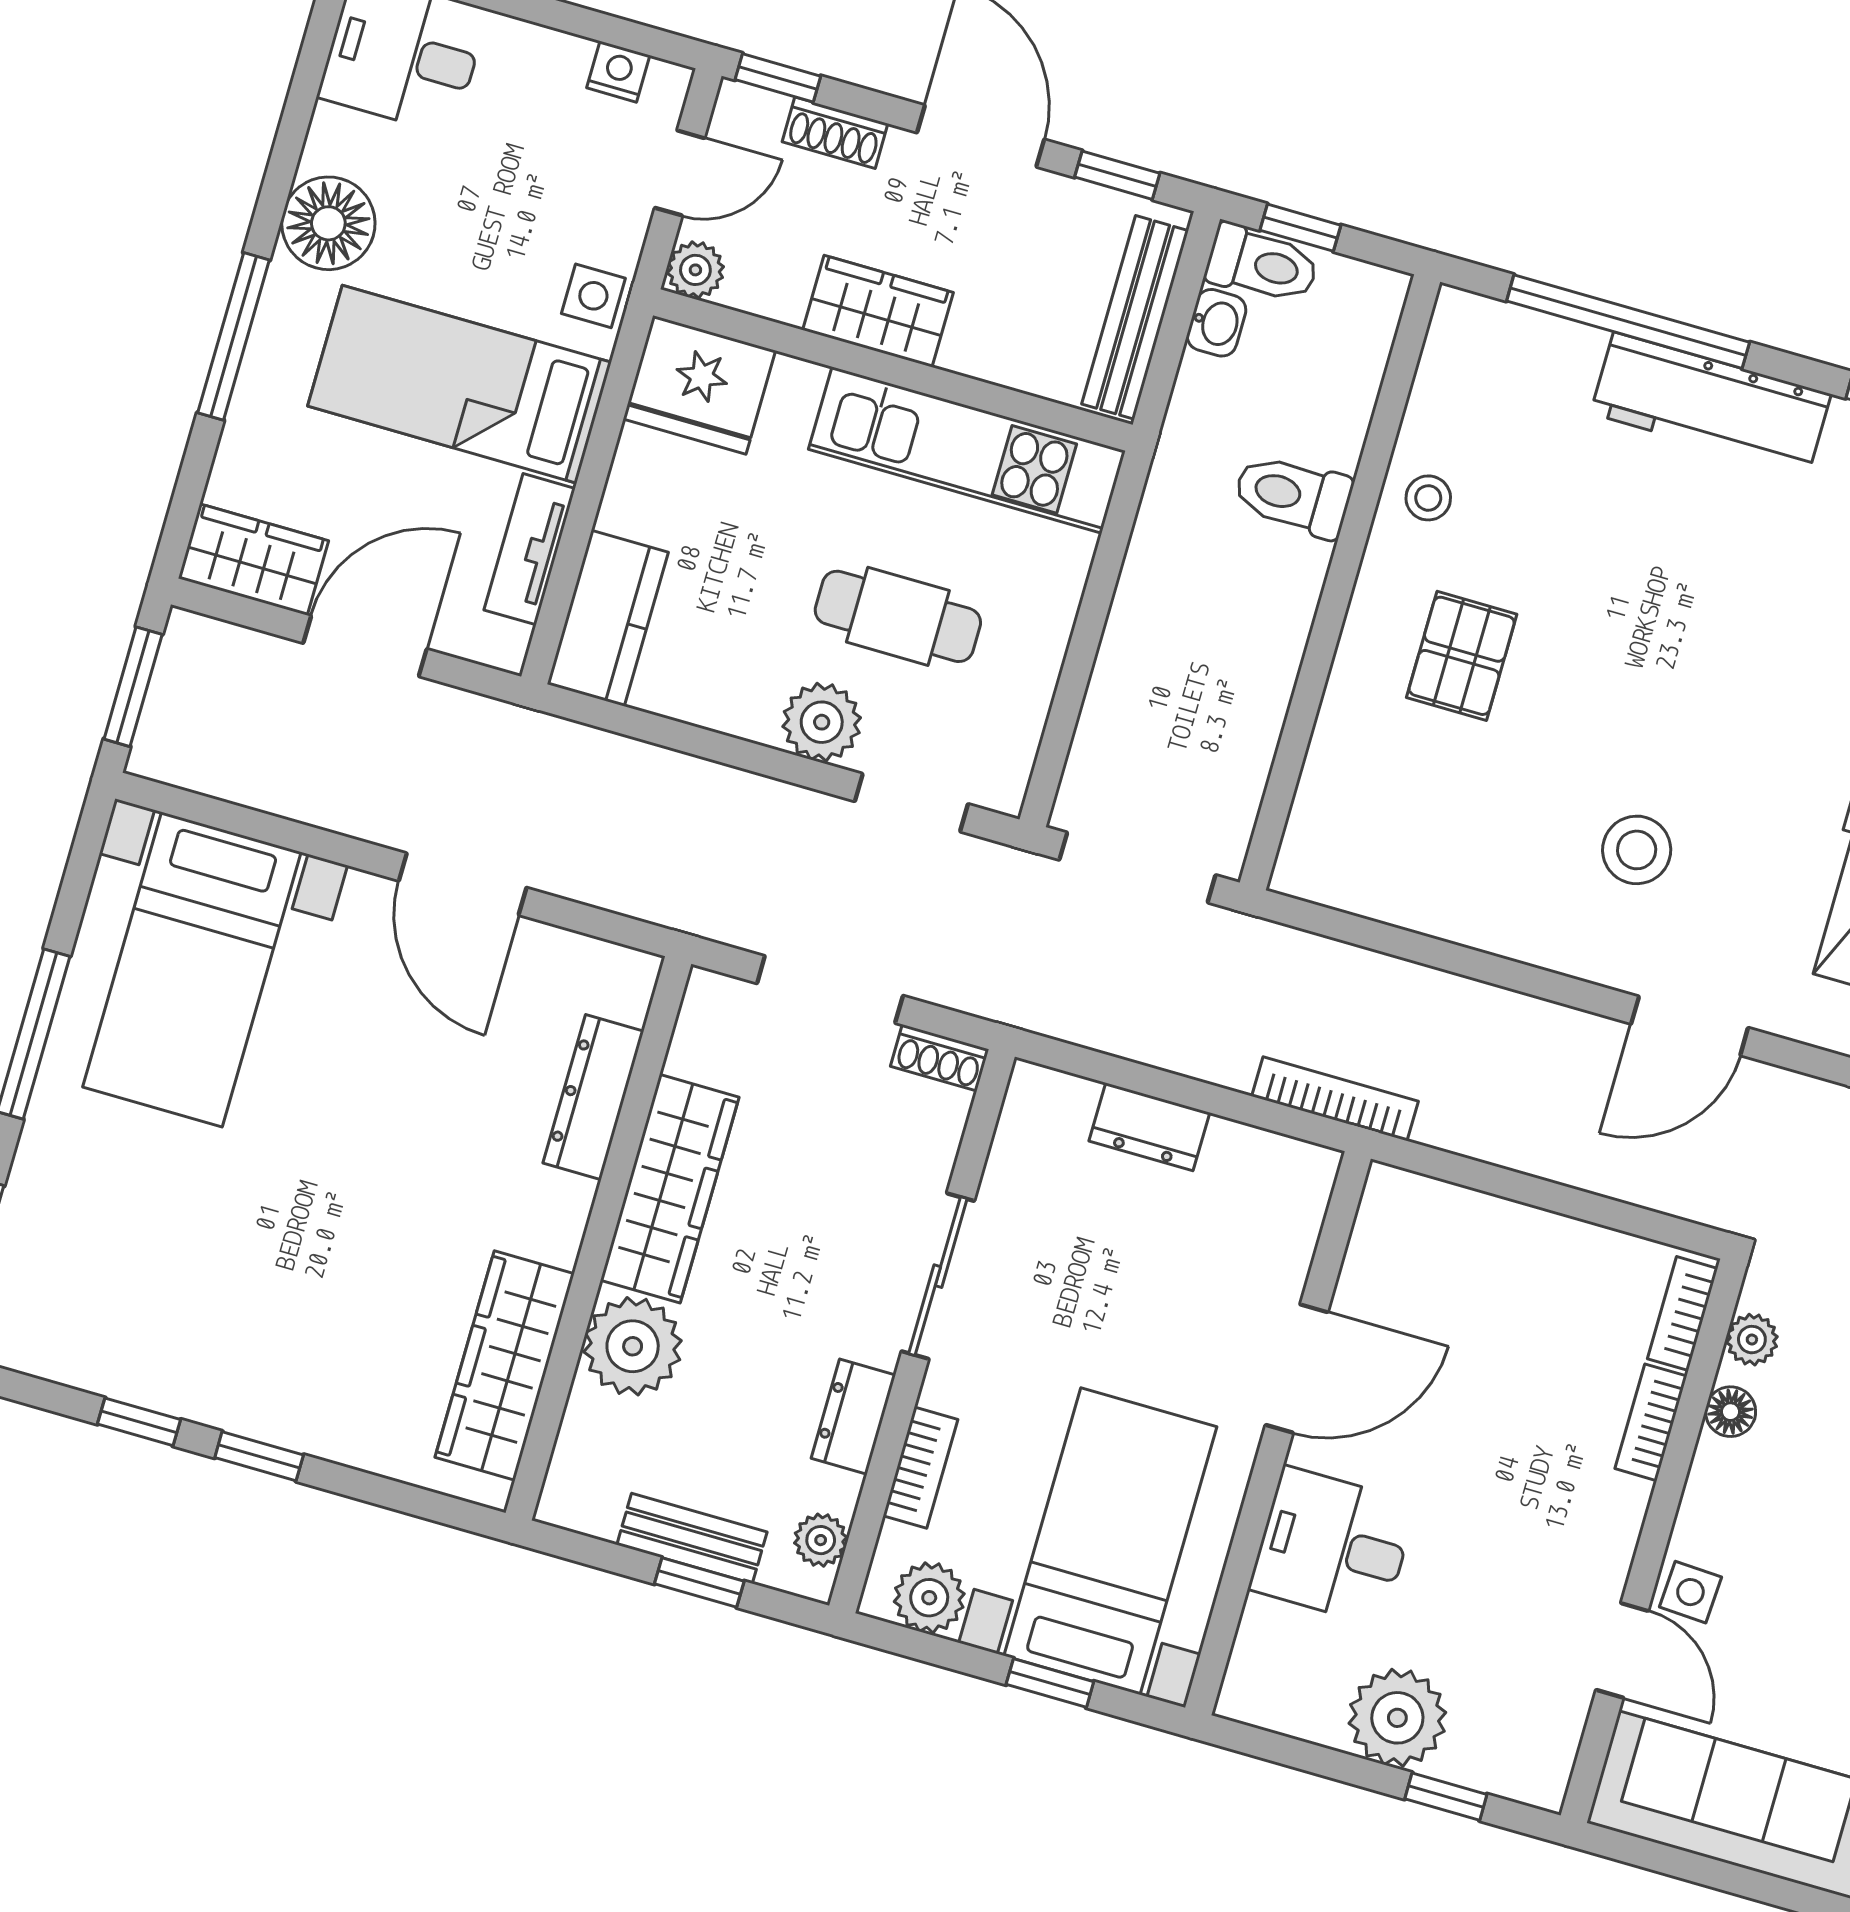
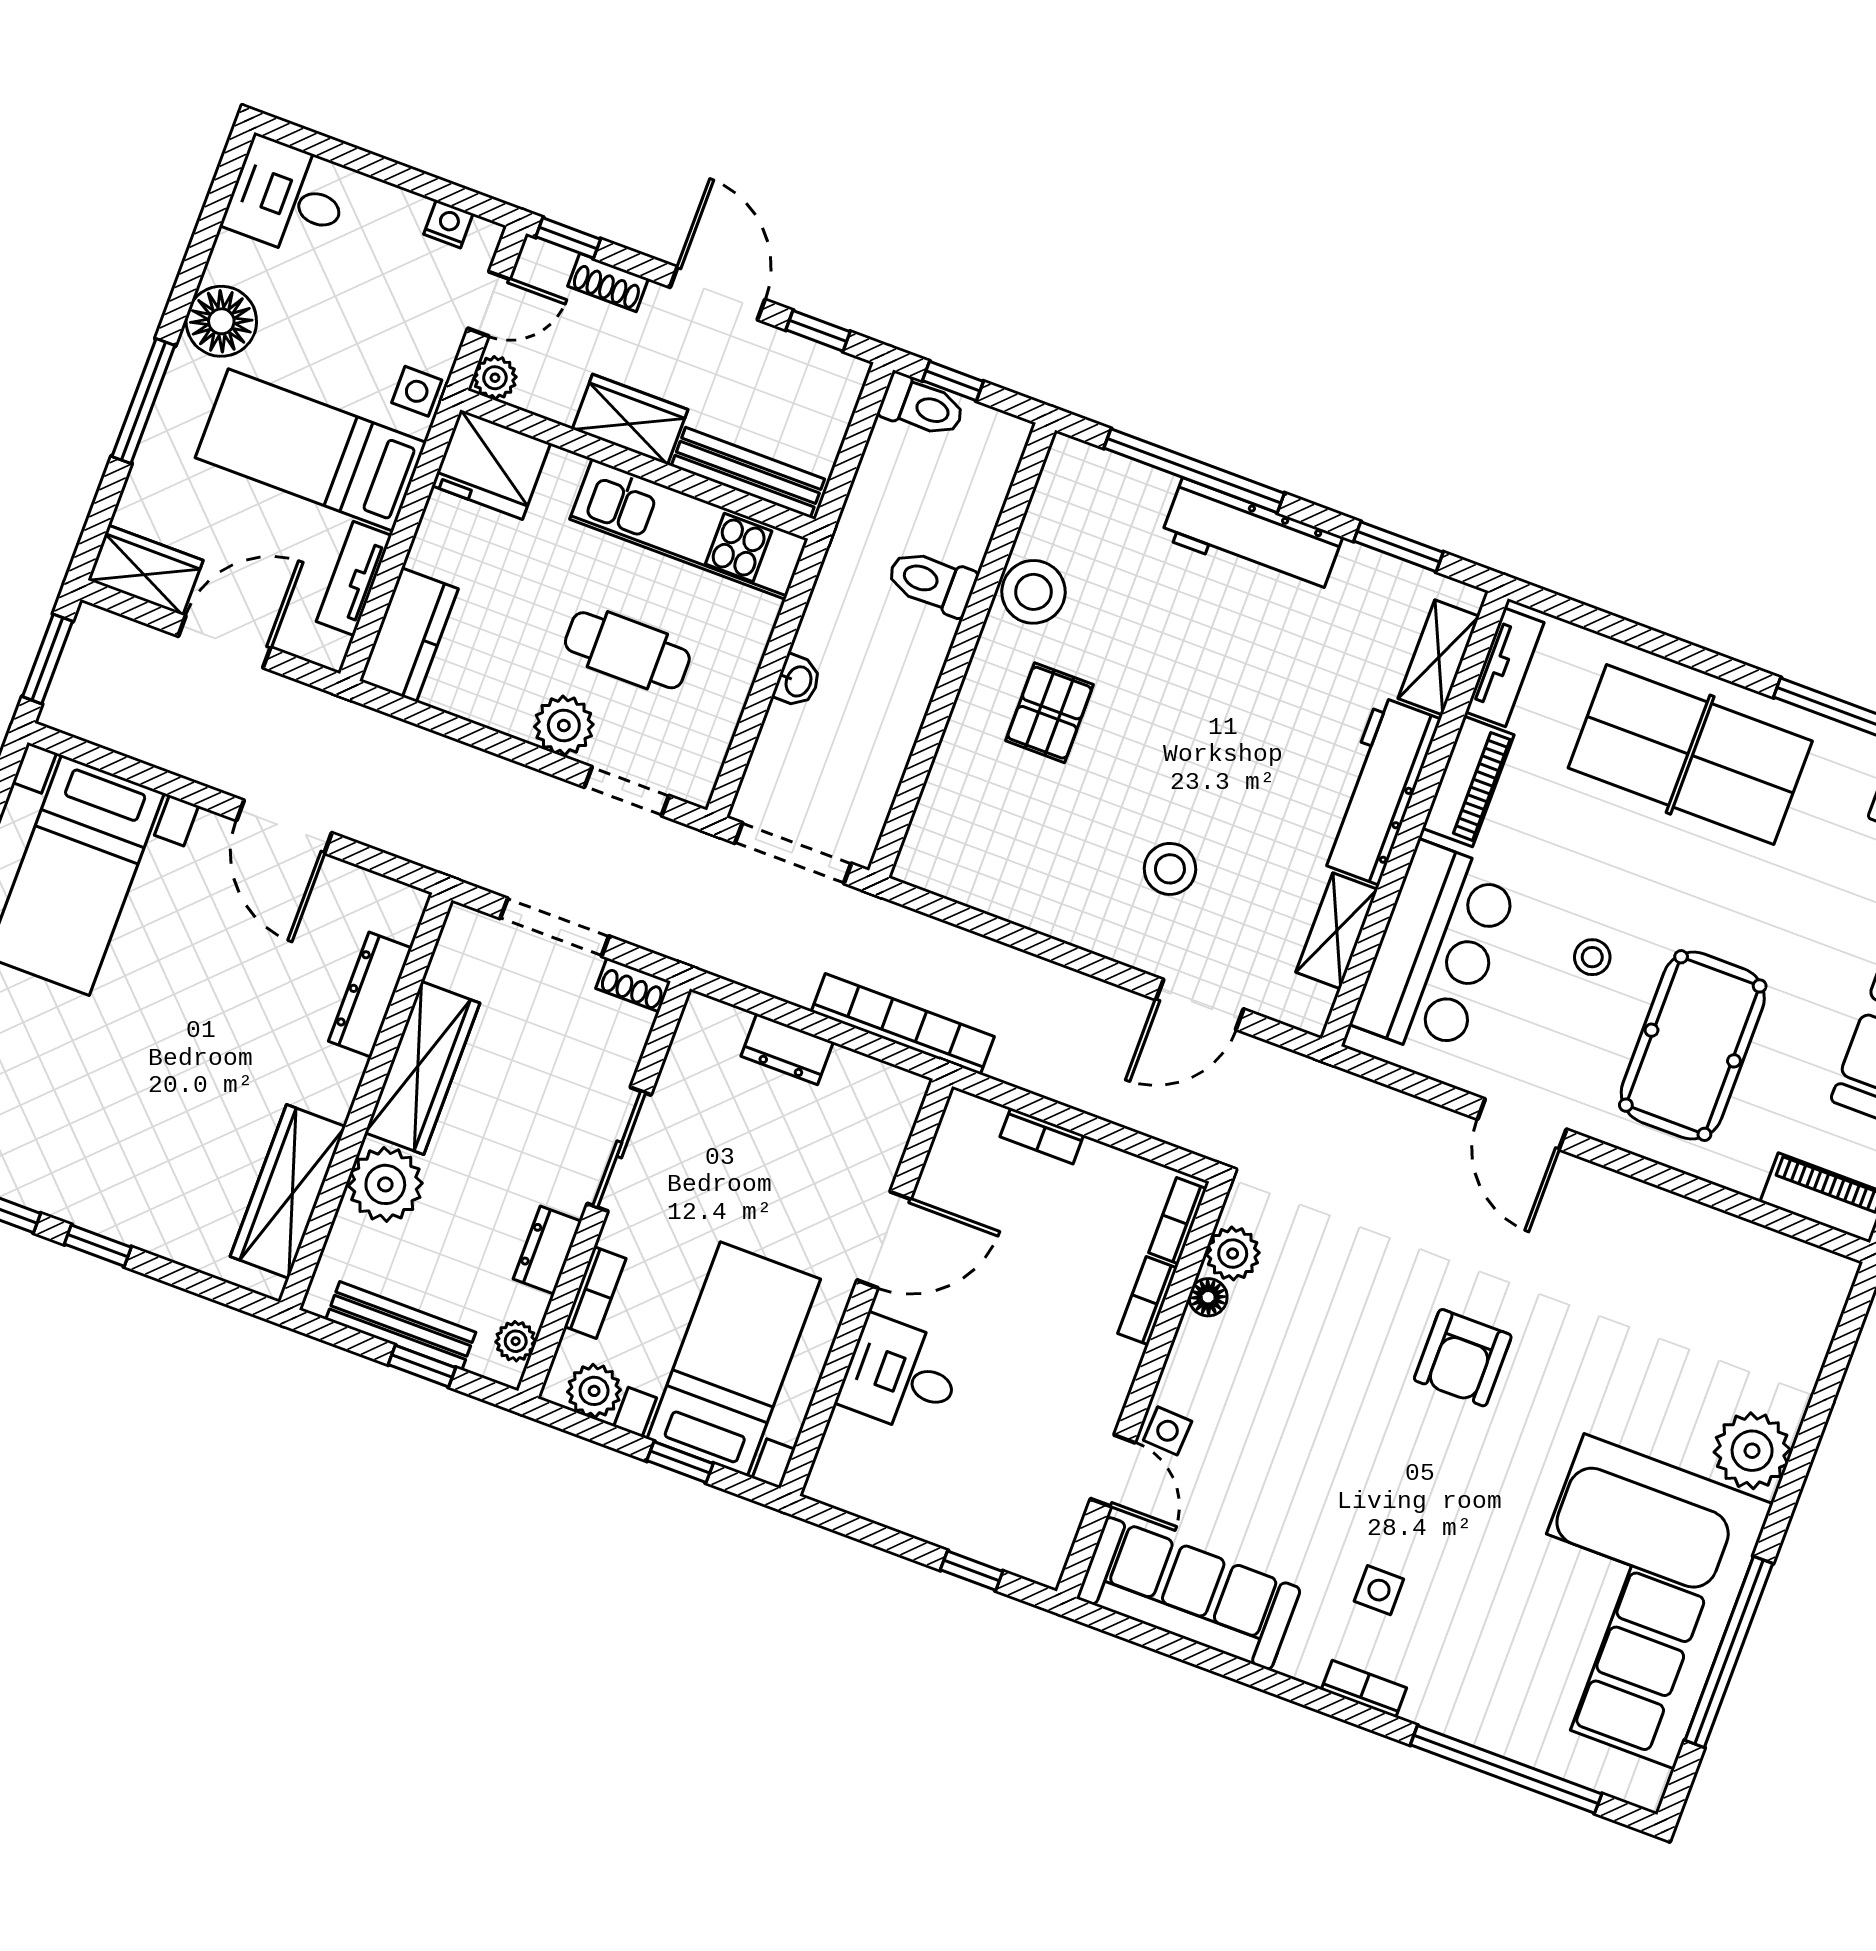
bench: (1135, 317) -> (748, 472), moved, turned 90
washbasin: (1216, 323) -> (797, 681), moved
stool: (1428, 498) -> (1033, 592), width x1.89, depth x1.89
bookcase: (1335, 1099) -> (903, 1024), width x1.48, depth x1.31
bookcase: (1495, 1216) -> (1042, 1136), added
plant: (1752, 1340) -> (1233, 1254), width x1.38, depth x1.38
bench: (692, 1538) -> (401, 1326), width x1.36
plant: (1397, 1718) -> (940, 1508), removed

